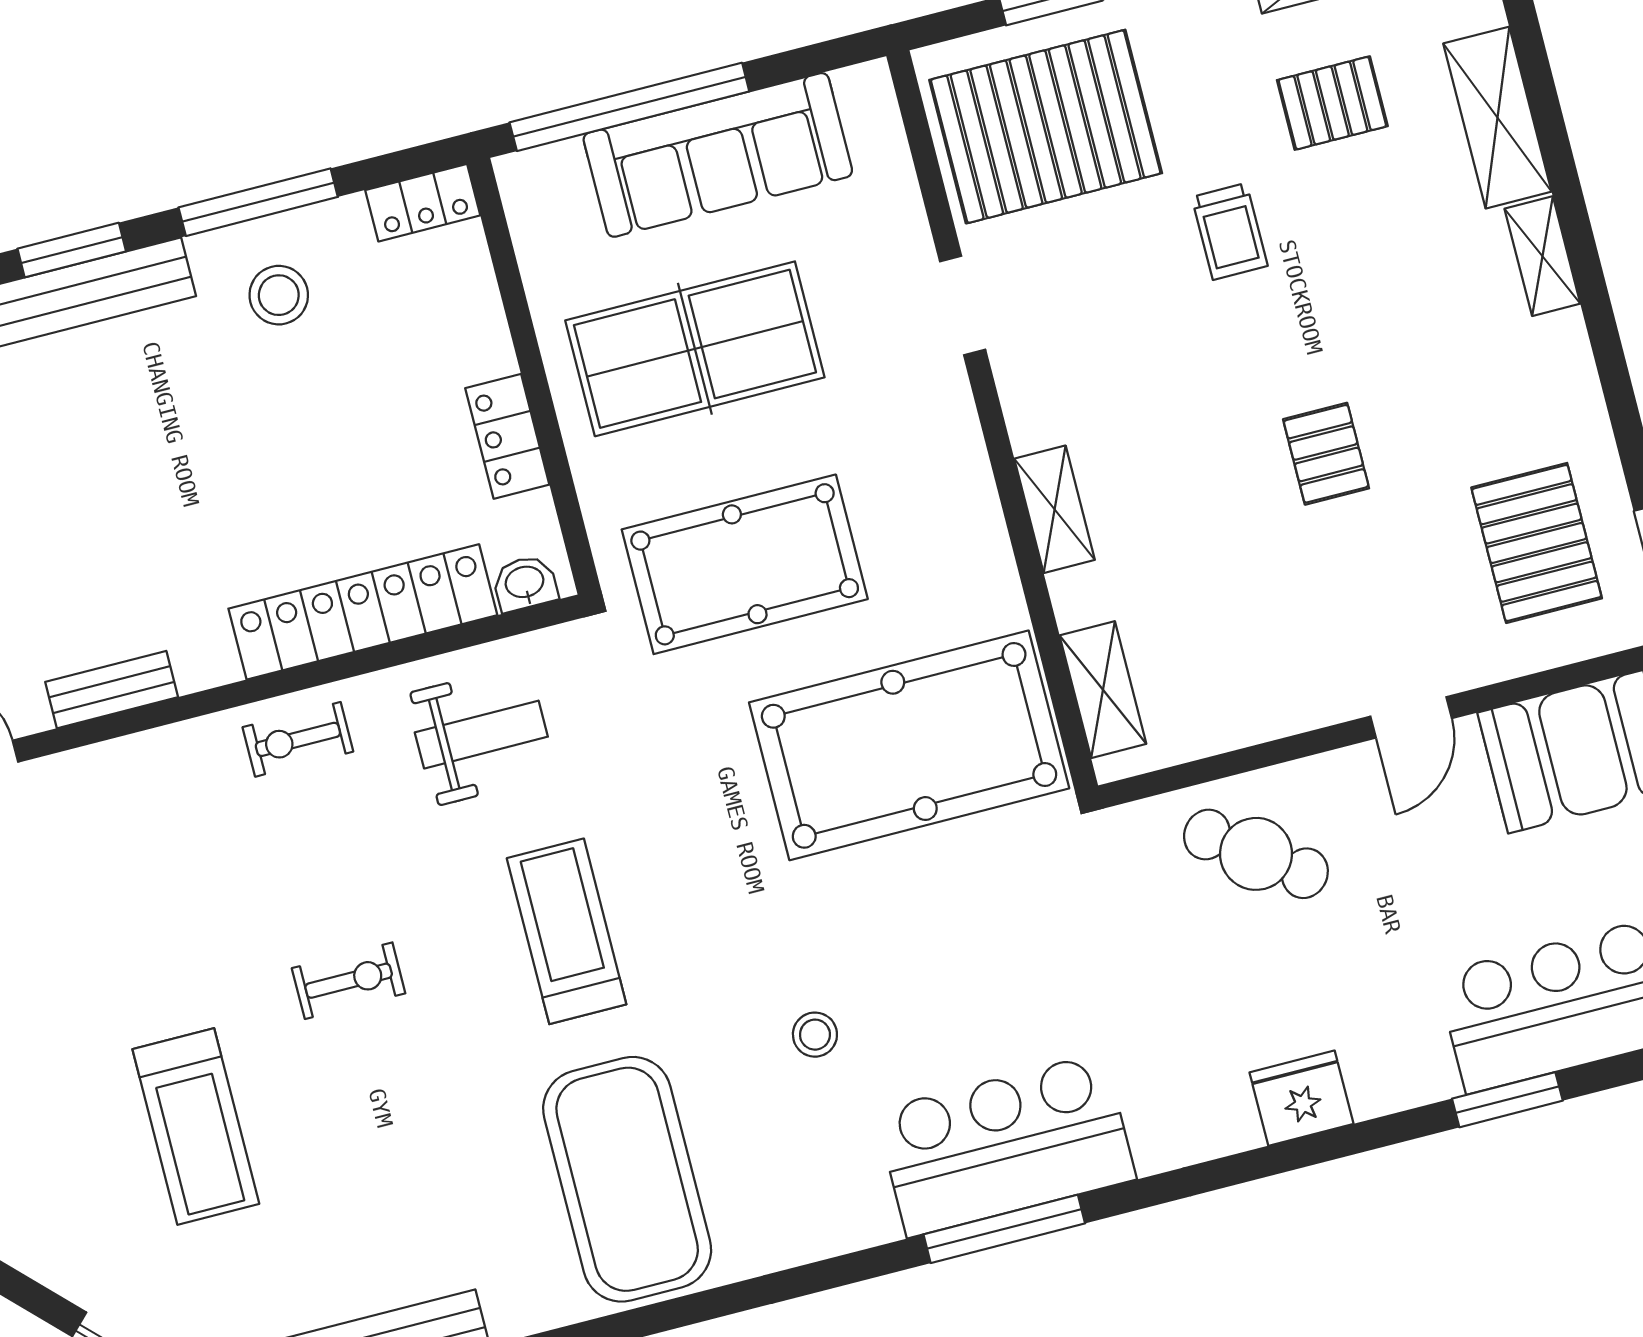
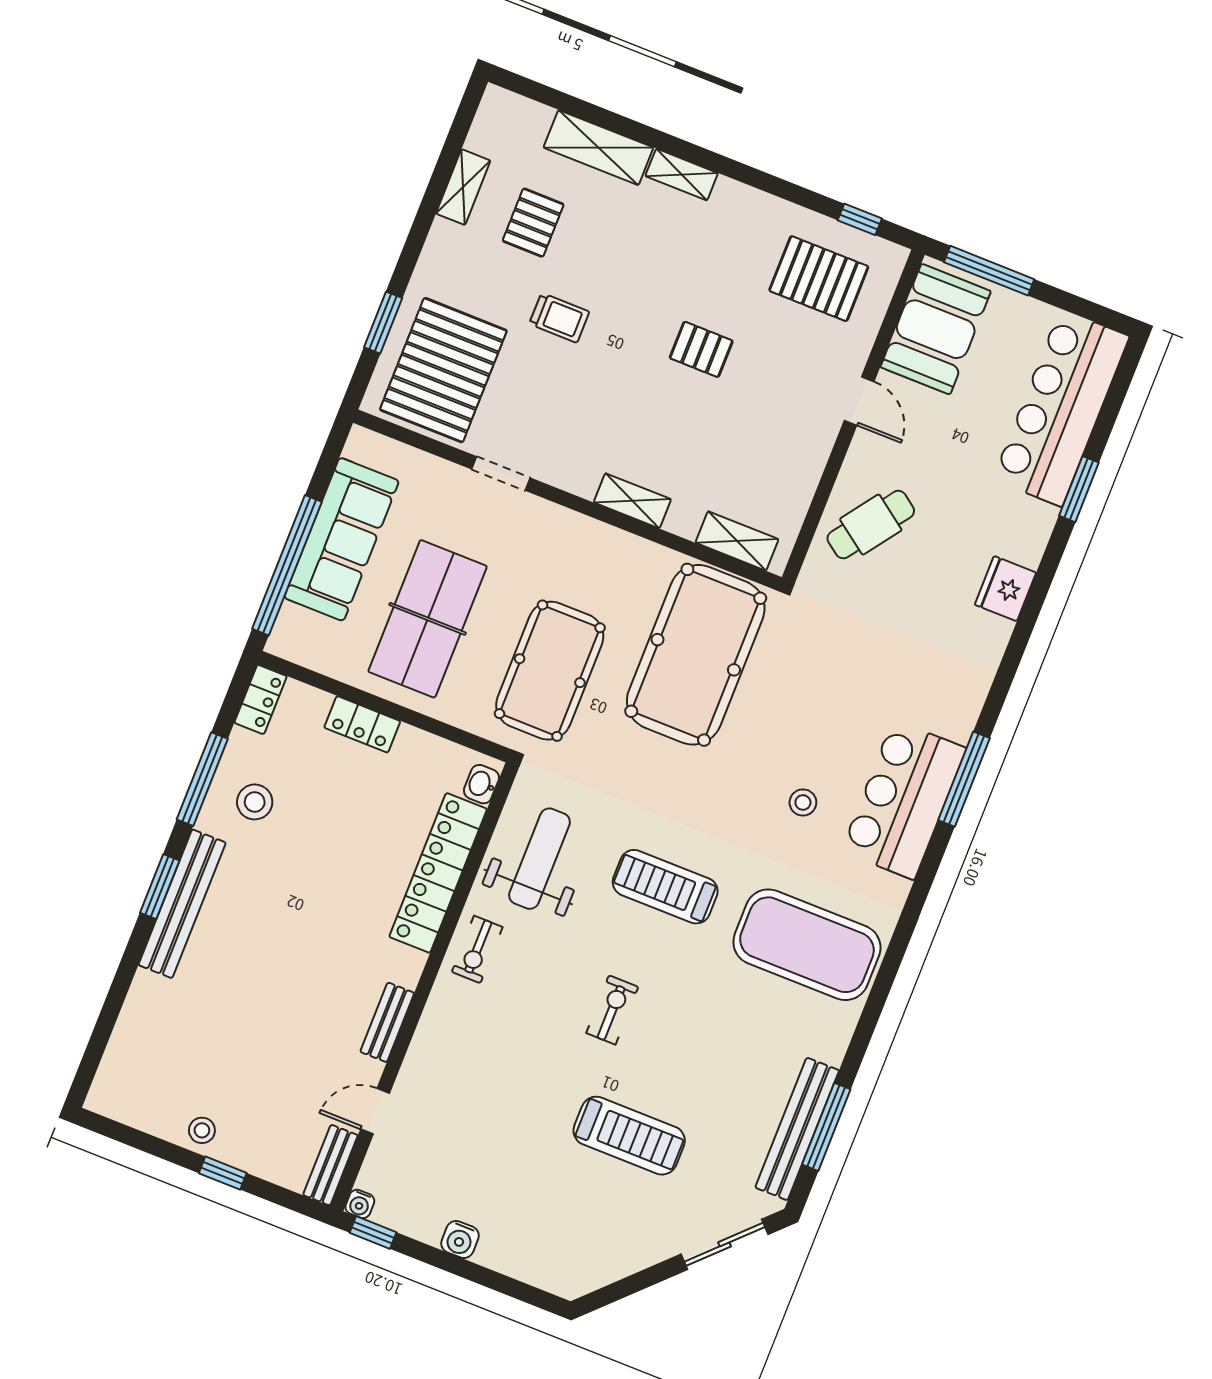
locker: (507, 436) -> (362, 724), moved
weight bench: (481, 735) -> (539, 859), width x1.36, depth x1.33
bar counter: (1006, 1145) -> (904, 800), moved

